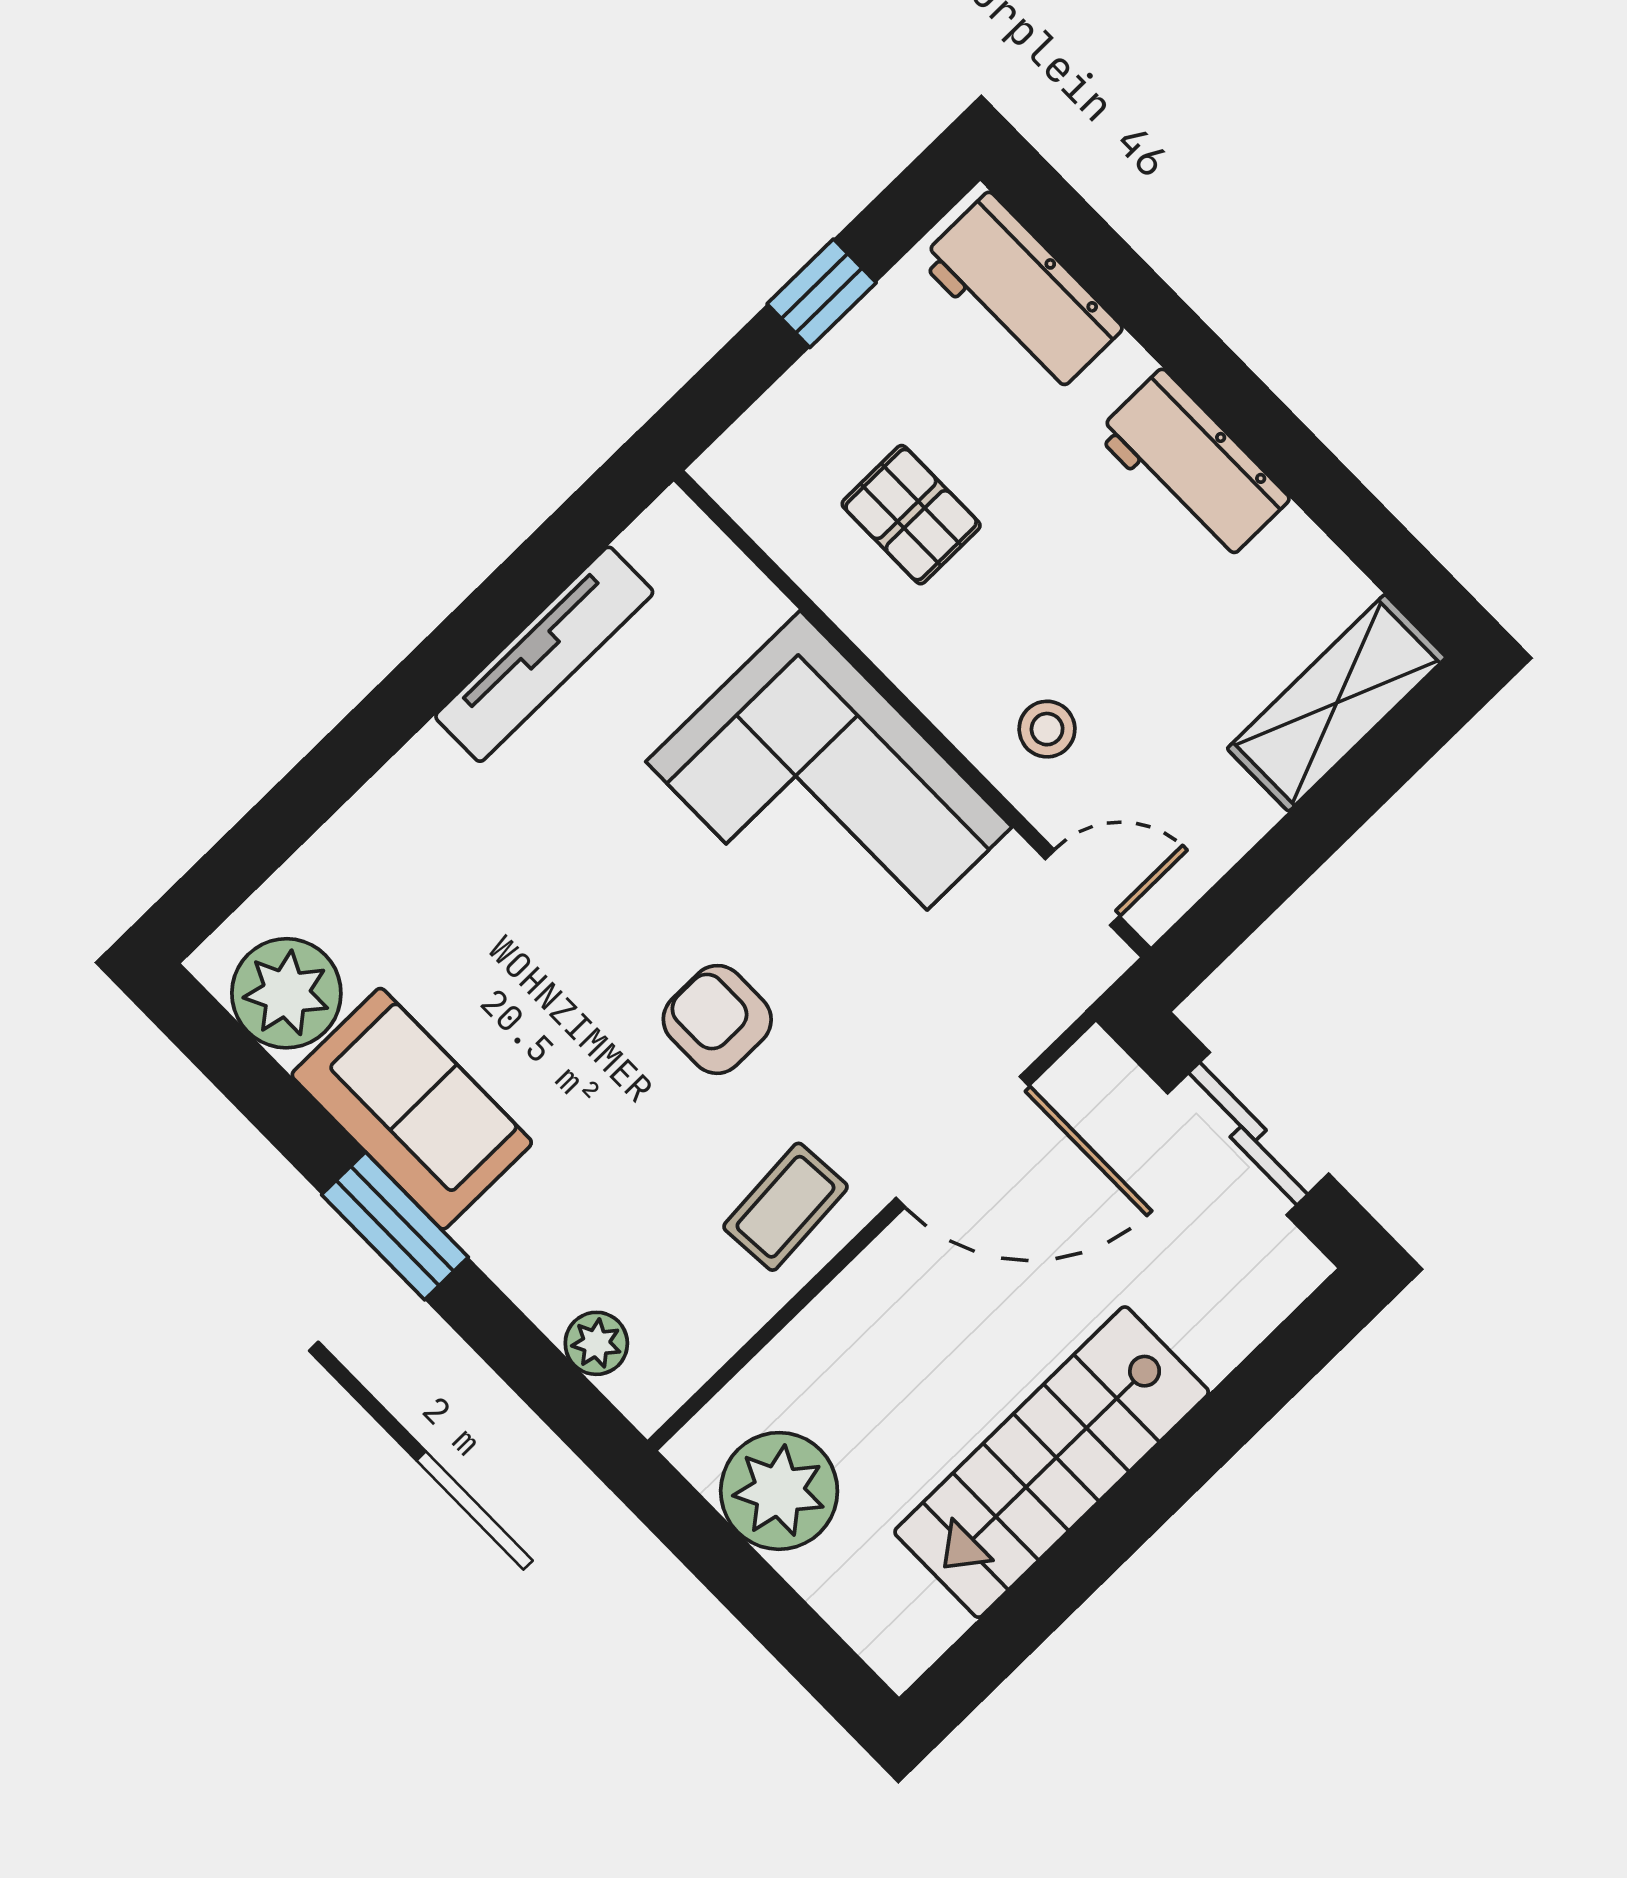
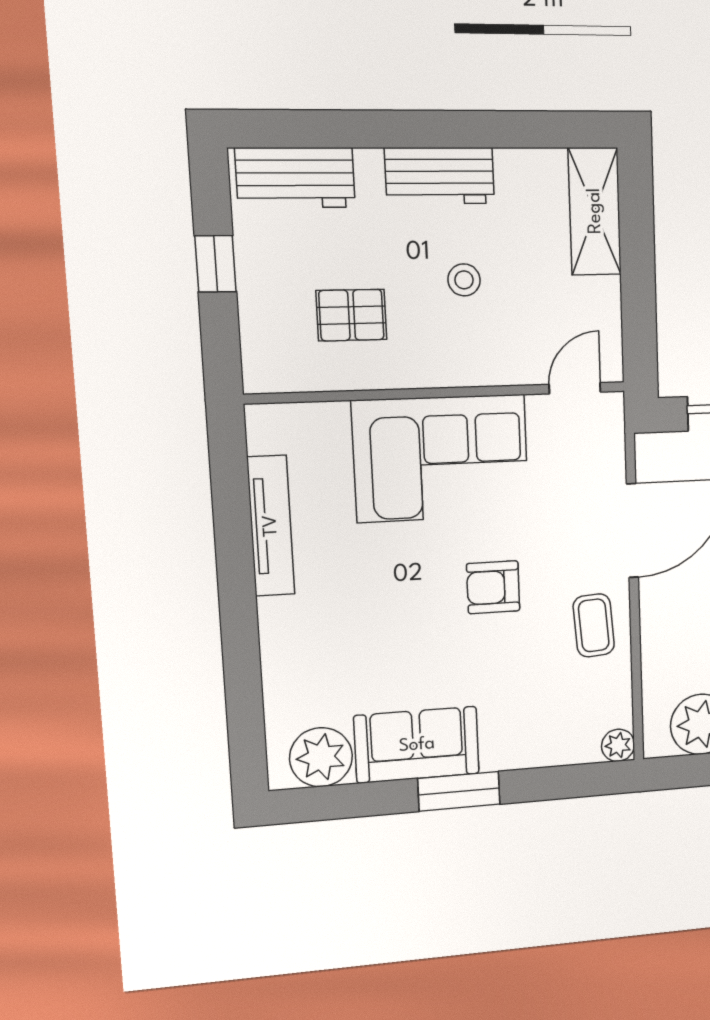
stool: (1047, 729) -> (464, 280), moved
plant: (596, 1343) -> (618, 745), moved

